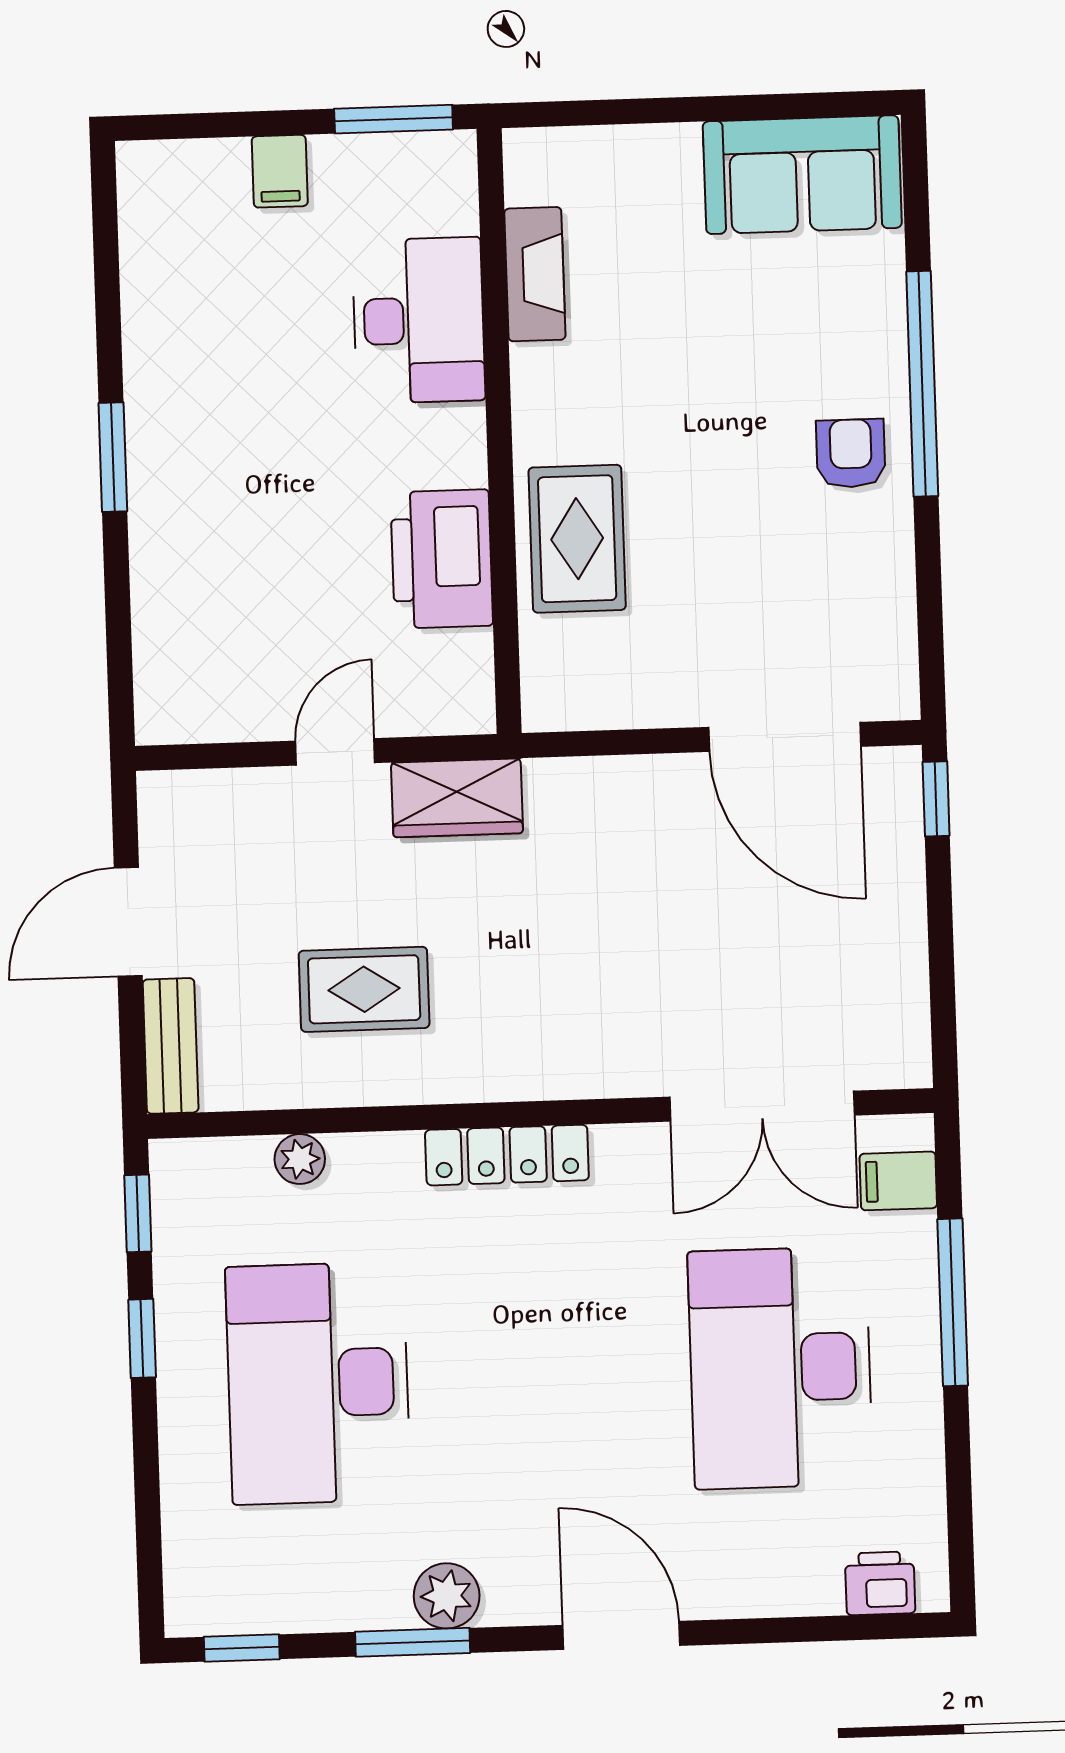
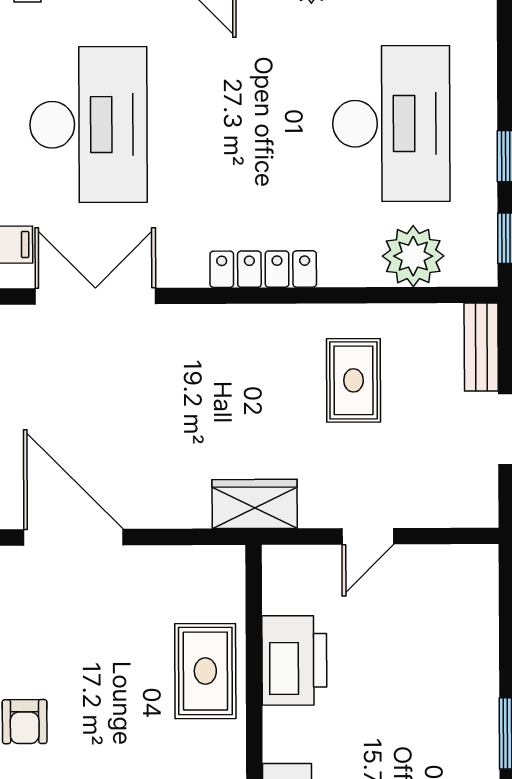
wardrobe: (457, 798) -> (255, 504), moved
rug: (364, 989) -> (354, 380), turned 90
plant: (300, 1159) -> (413, 256), width x1.88, depth x1.88

